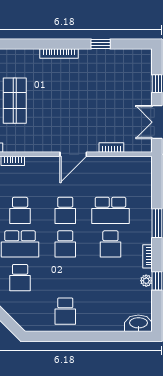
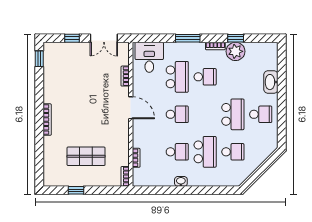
window: (101, 44) -> (39, 59), moved
desk: (134, 177) -> (149, 57), added
school desk: (65, 244) -> (233, 114), moved, width x1.85
plant: (146, 281) -> (235, 51), width x1.88, depth x1.88
washbasin: (138, 323) -> (271, 82), moved

